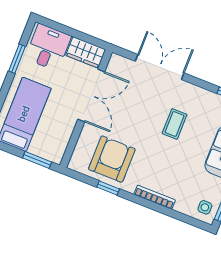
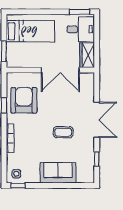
window: (17, 59) -> (79, 12), moved
double door: (160, 67) -> (97, 120), moved
armchair: (112, 159) -> (24, 100), turned -90

